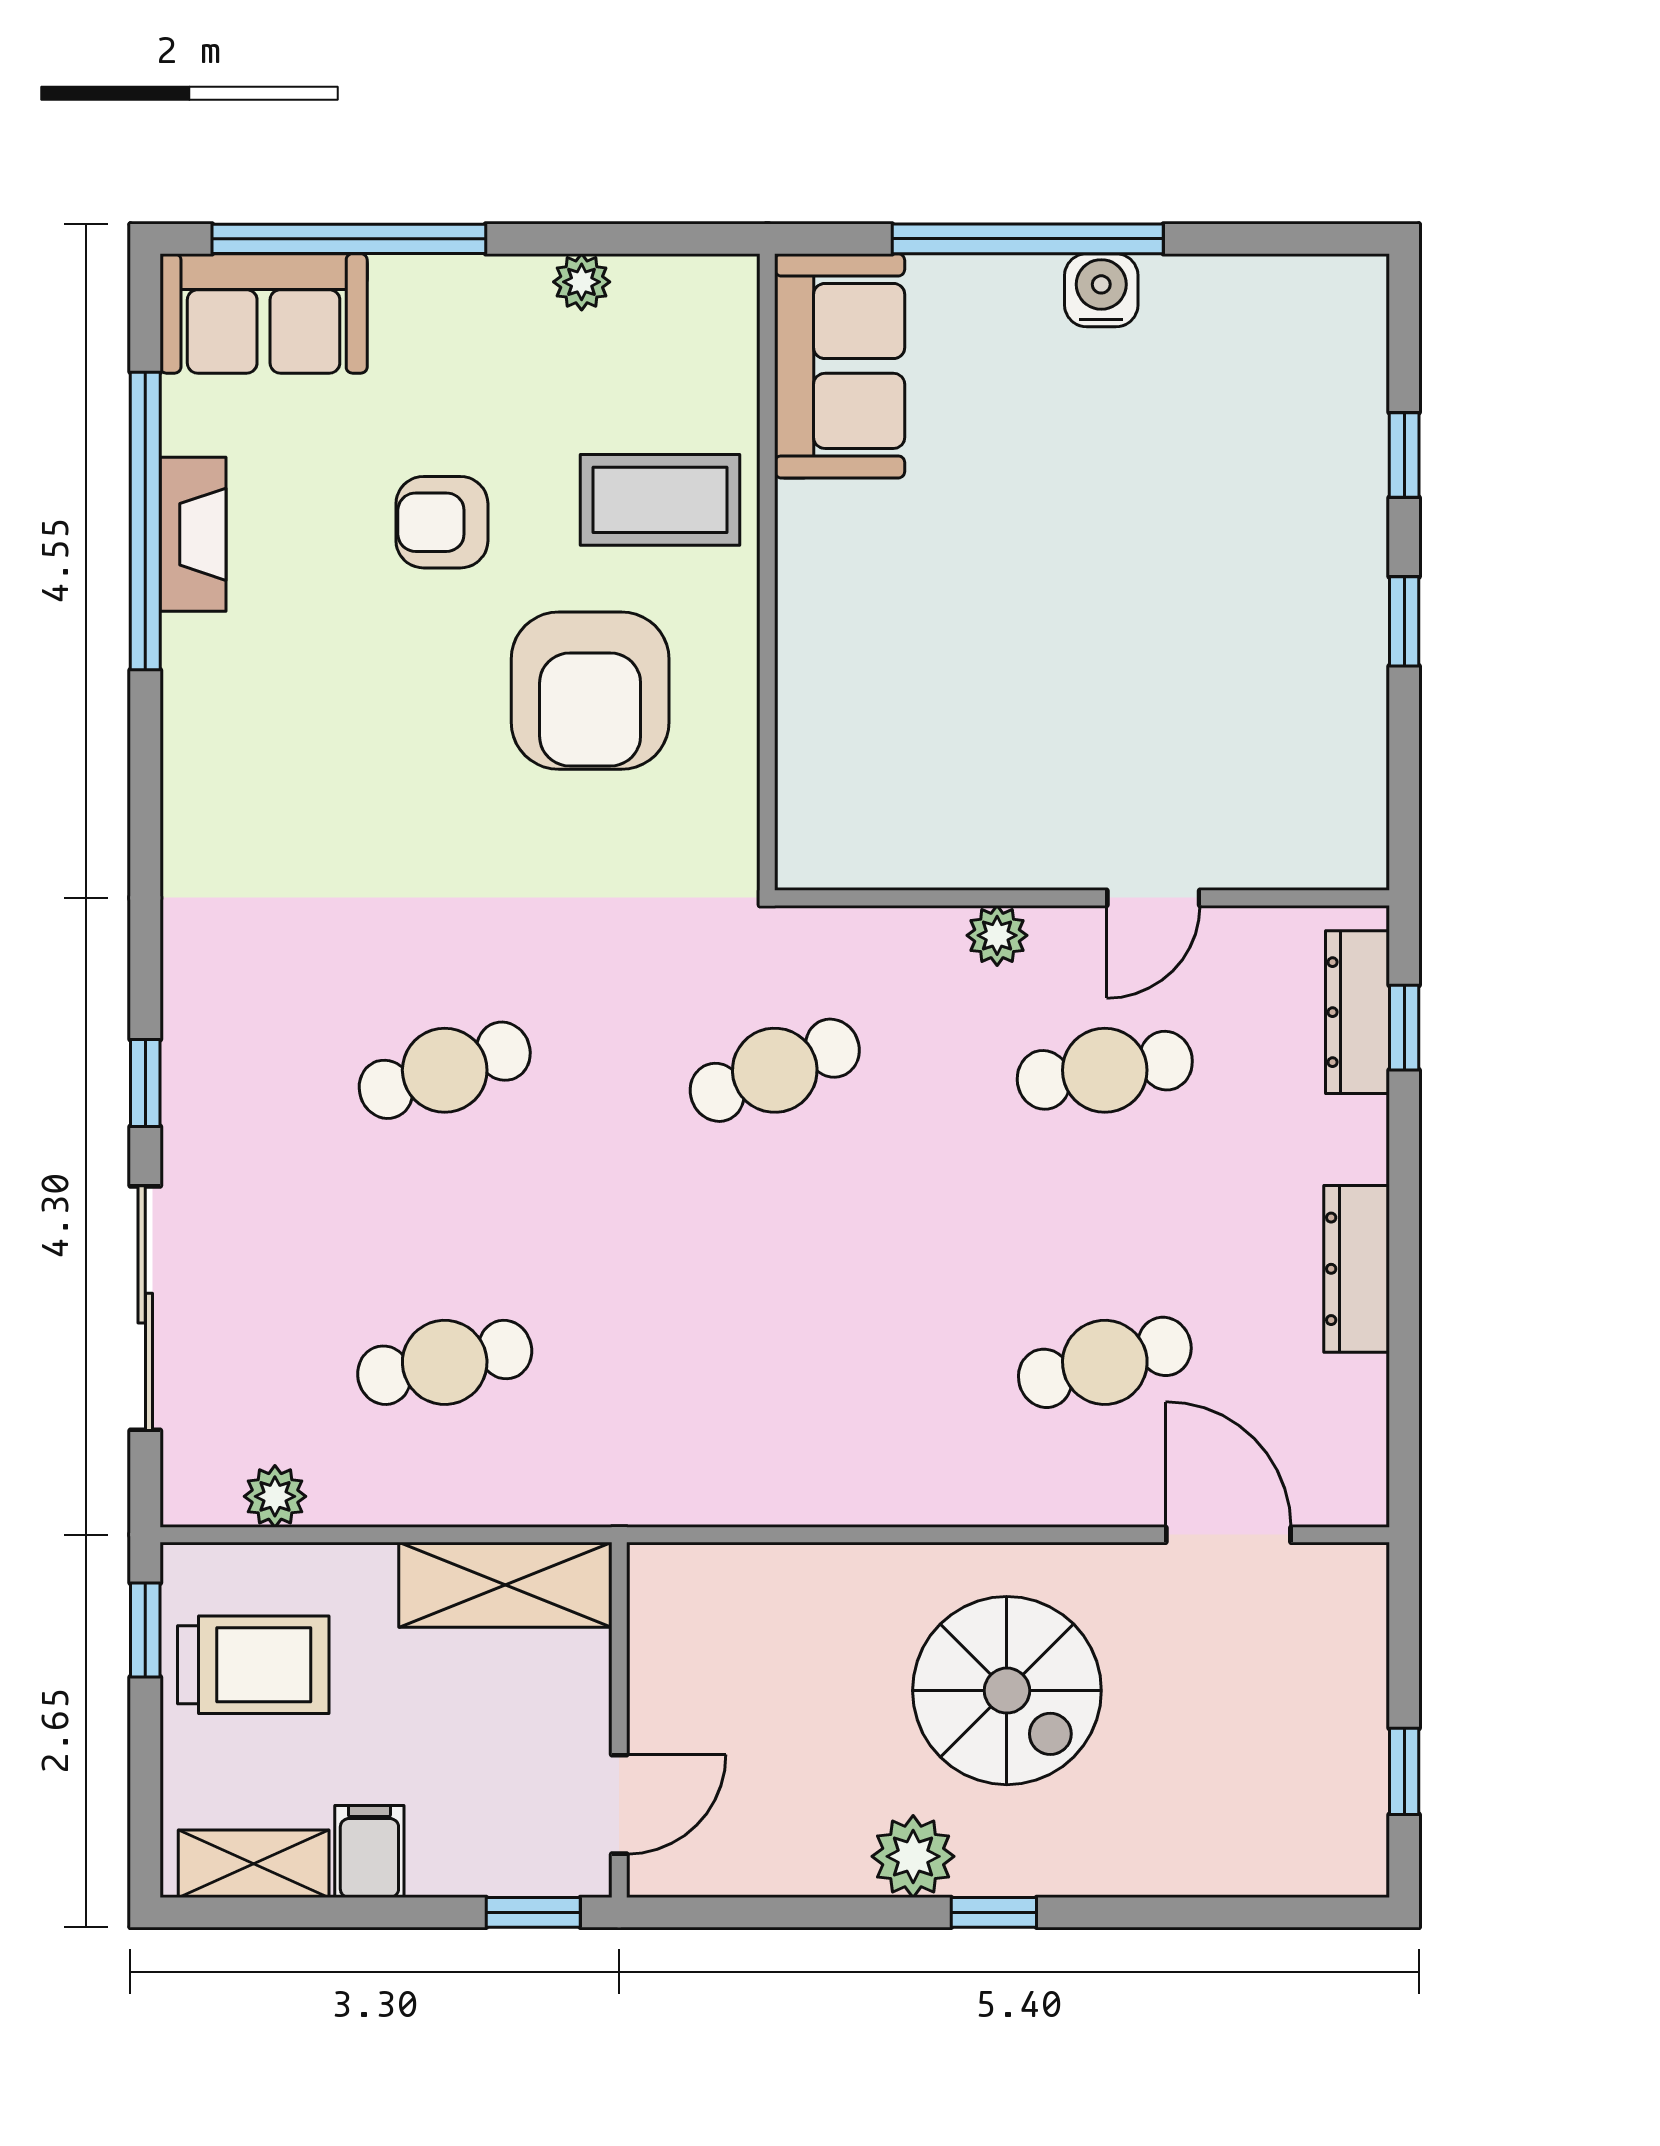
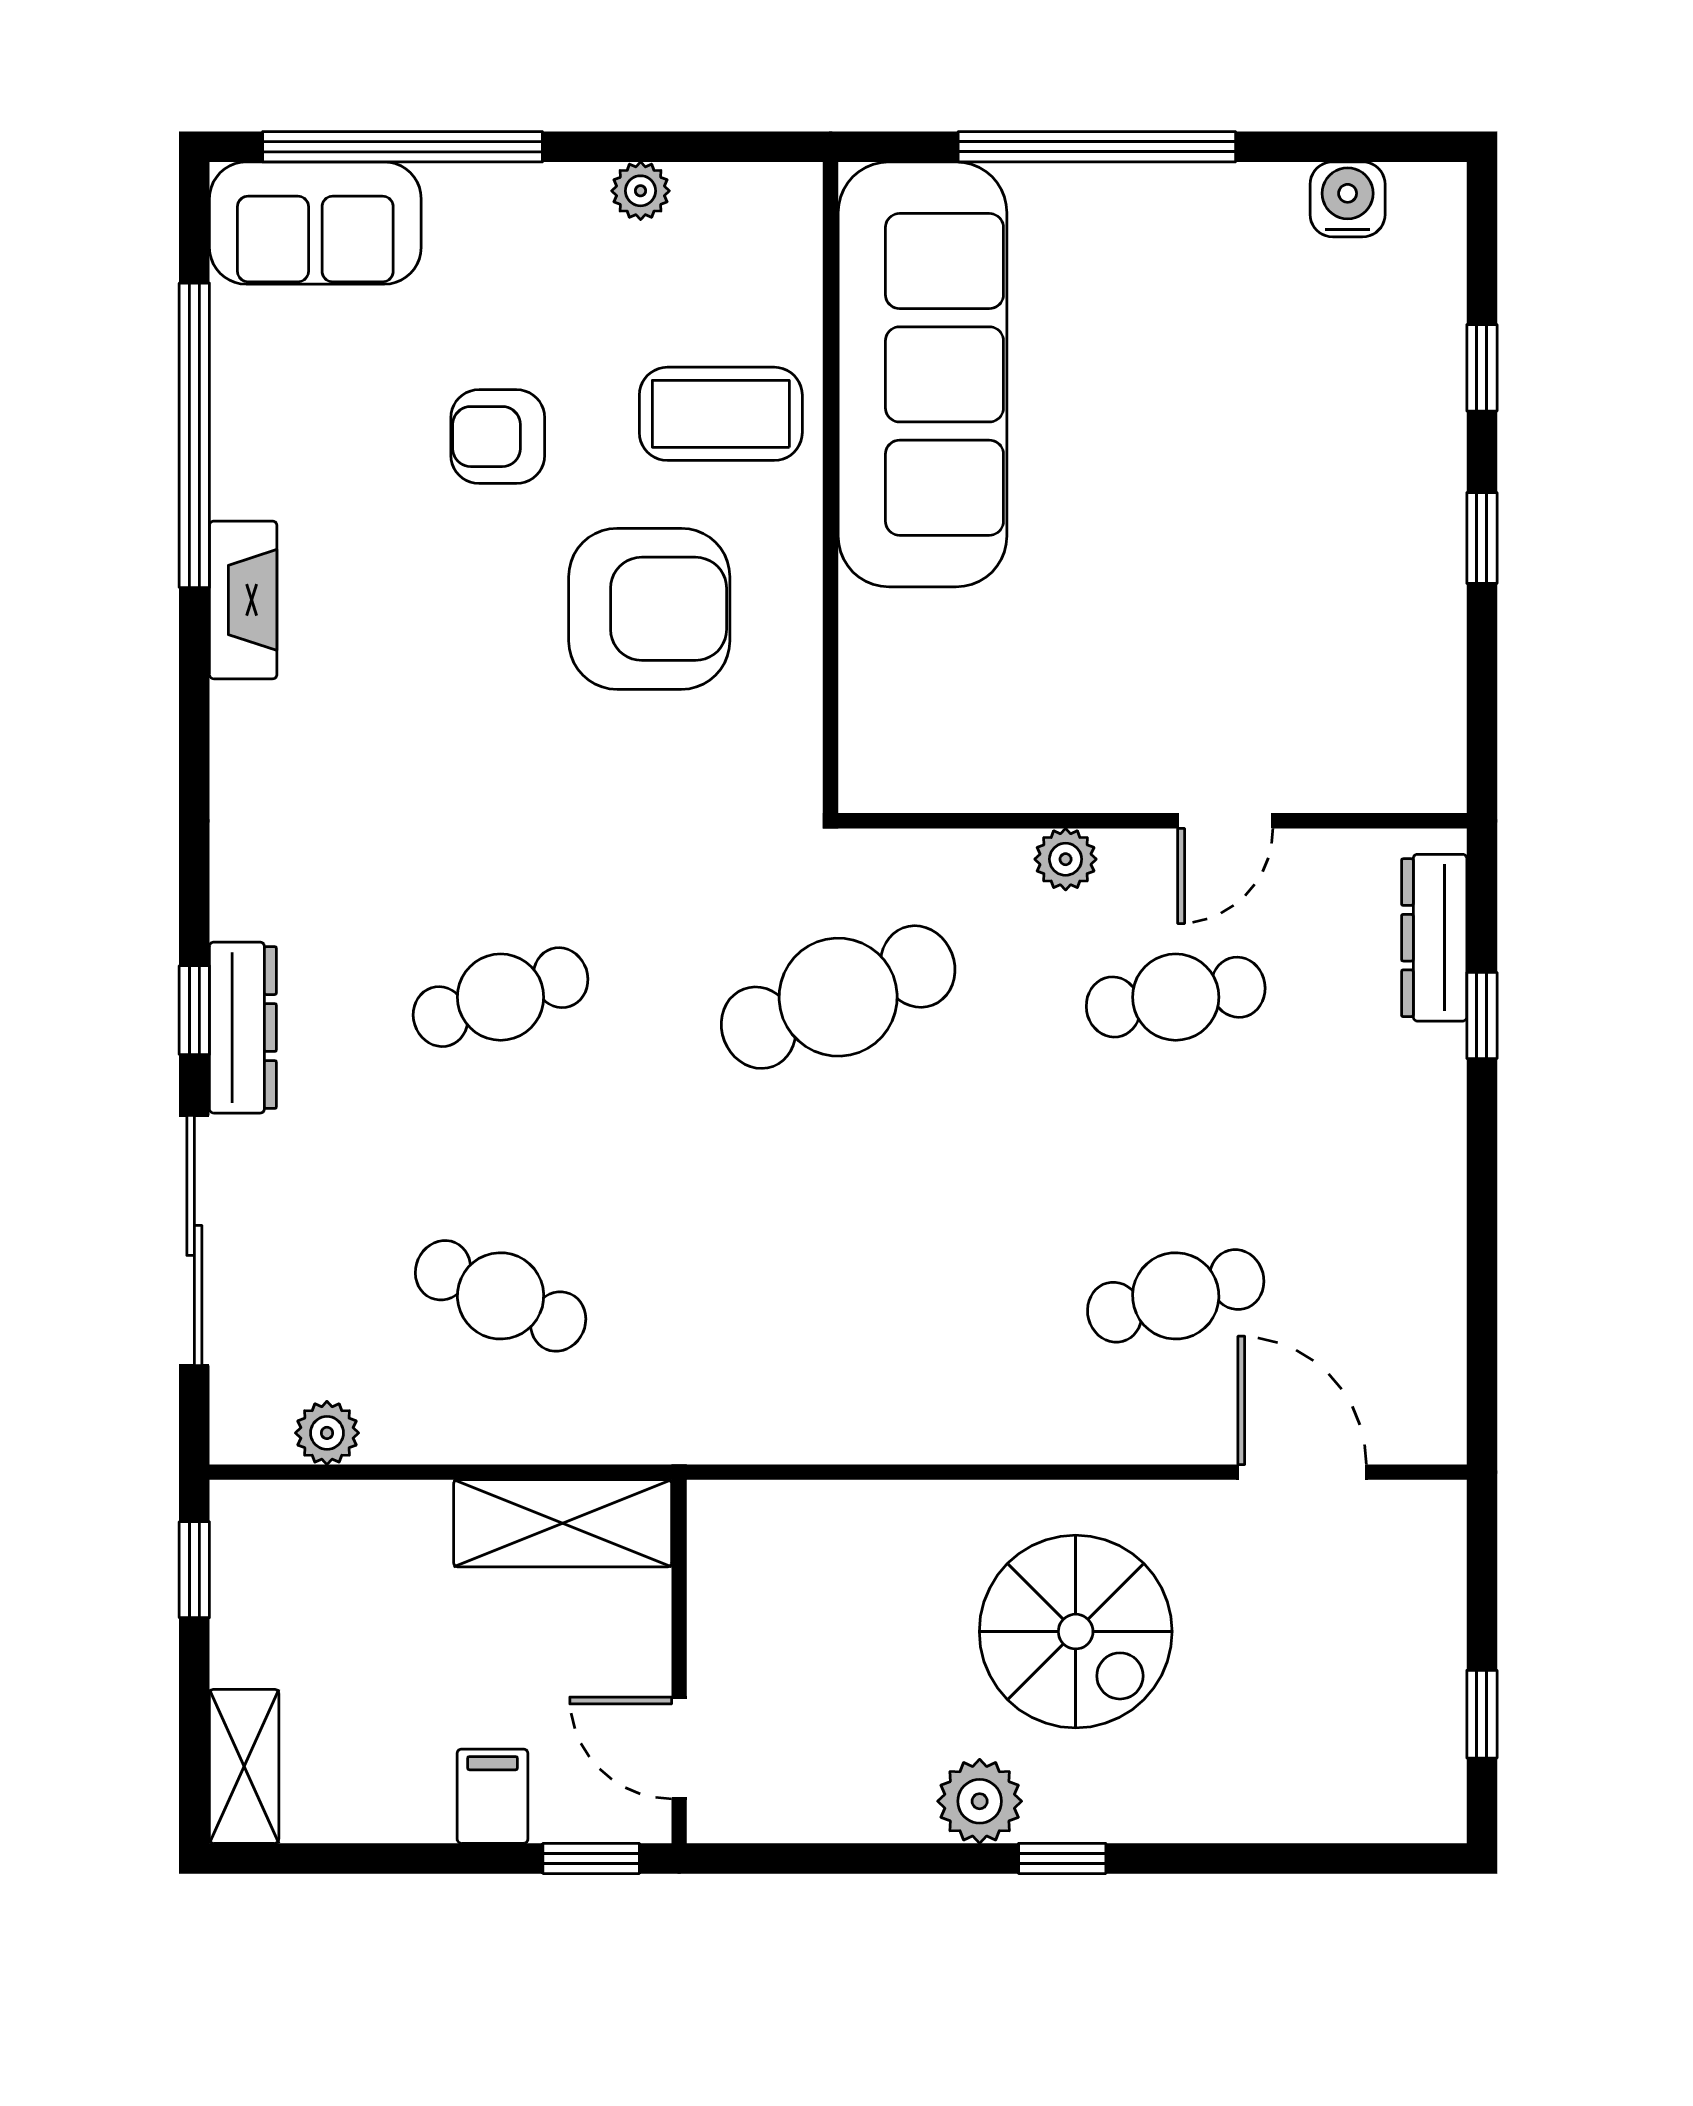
water cooler: (1101, 290) -> (1348, 199), moved
sofa: (840, 366) -> (922, 374), width x1.85, depth x1.27
fireplace: (193, 534) -> (243, 600), moved
armchair: (590, 691) -> (649, 609), turned -90
window: (1404, 1028) -> (1482, 1016), moved
cafe table: (775, 1070) -> (838, 997), width x1.37, depth x1.35
dresser: (1357, 1269) -> (243, 1028), moved, turned 180
cafe table: (445, 1362) -> (501, 1296), turned 36
trolley: (253, 1665) -> (305, 1605), removed
door: (619, 1804) -> (679, 1748), swing flipped
filing cabinet: (369, 1852) -> (493, 1796), moved
shelving: (254, 1864) -> (244, 1766), moved, turned 90

